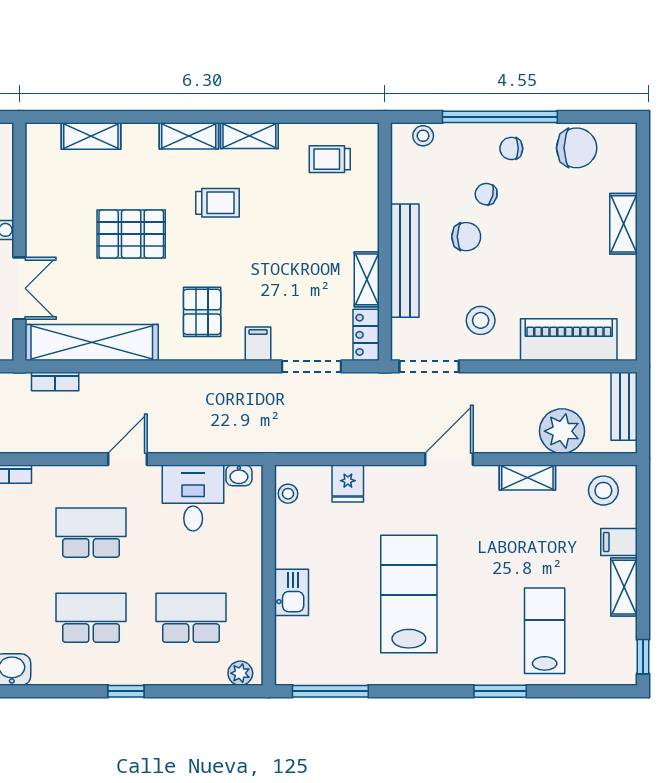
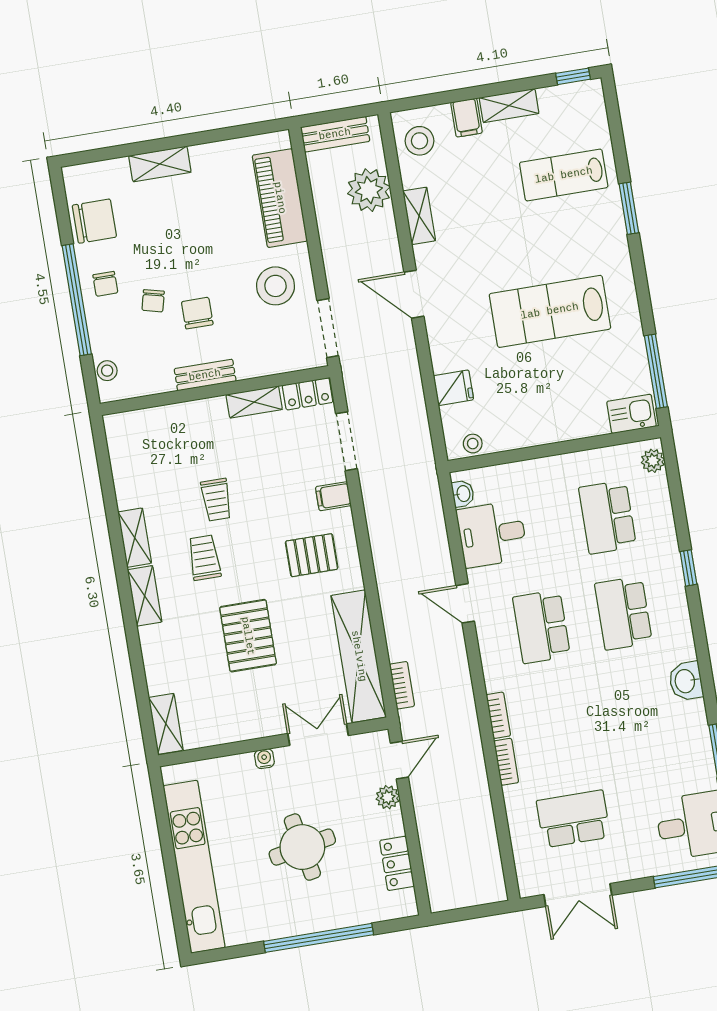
shelving: (91, 136) -> (166, 724), moved
chair: (577, 148) -> (94, 221), turned 90
trolley: (330, 159) -> (216, 500), moved
bench: (405, 261) -> (205, 375), width x0.54, depth x0.82
stool: (481, 320) -> (275, 286), width x1.38, depth x1.38
kitchen sink: (291, 592) -> (631, 414), moved

